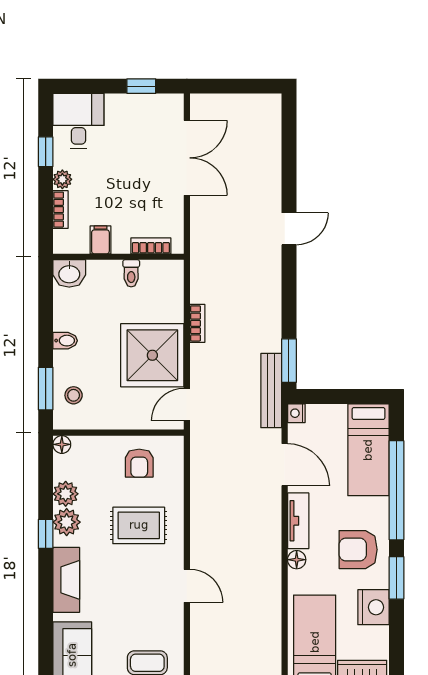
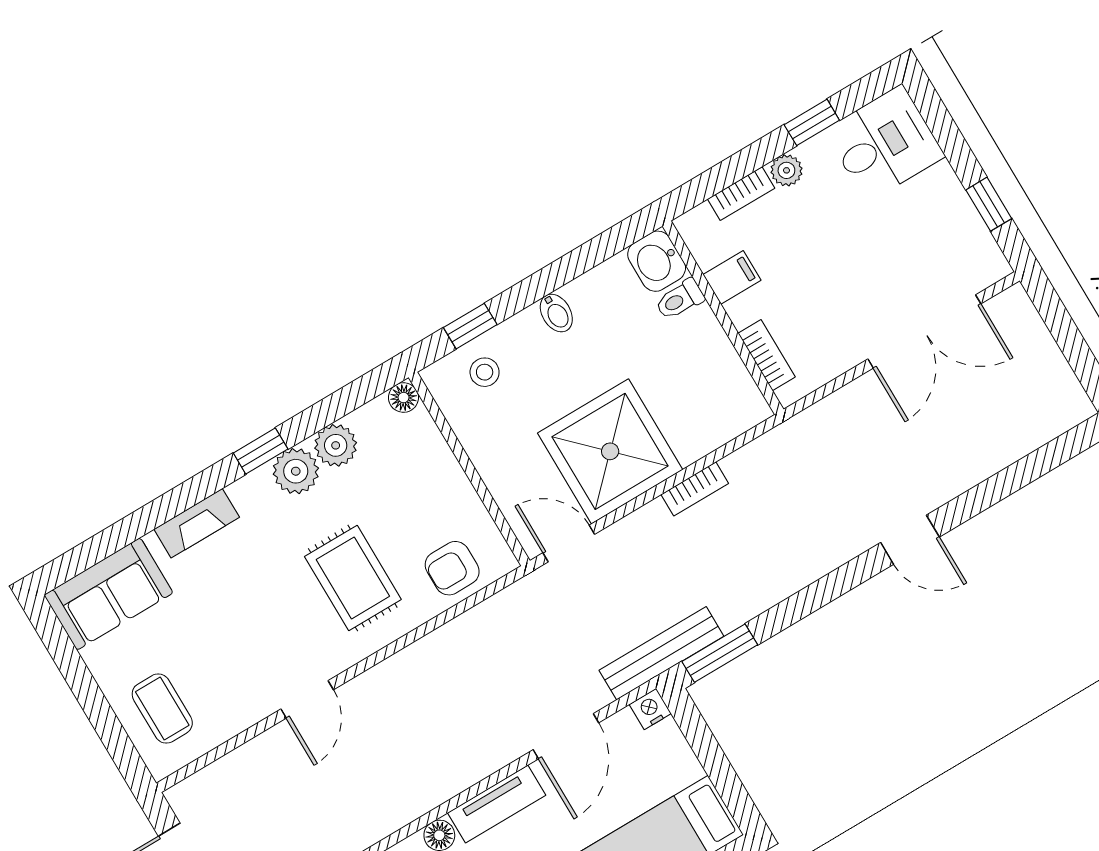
toilet: (131, 273) -> (680, 299), moved
window: (46, 389) -> (470, 326), width x0.67
armchair: (139, 463) -> (452, 568), moved
fireplace: (66, 580) -> (197, 523), width x0.73, depth x0.76

